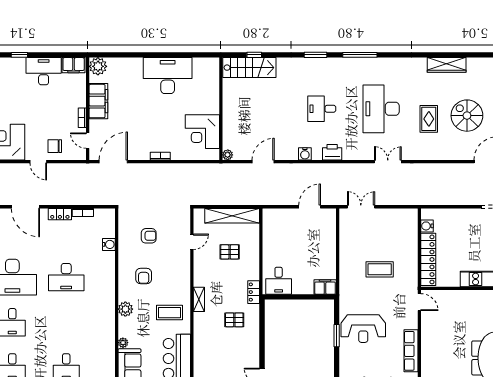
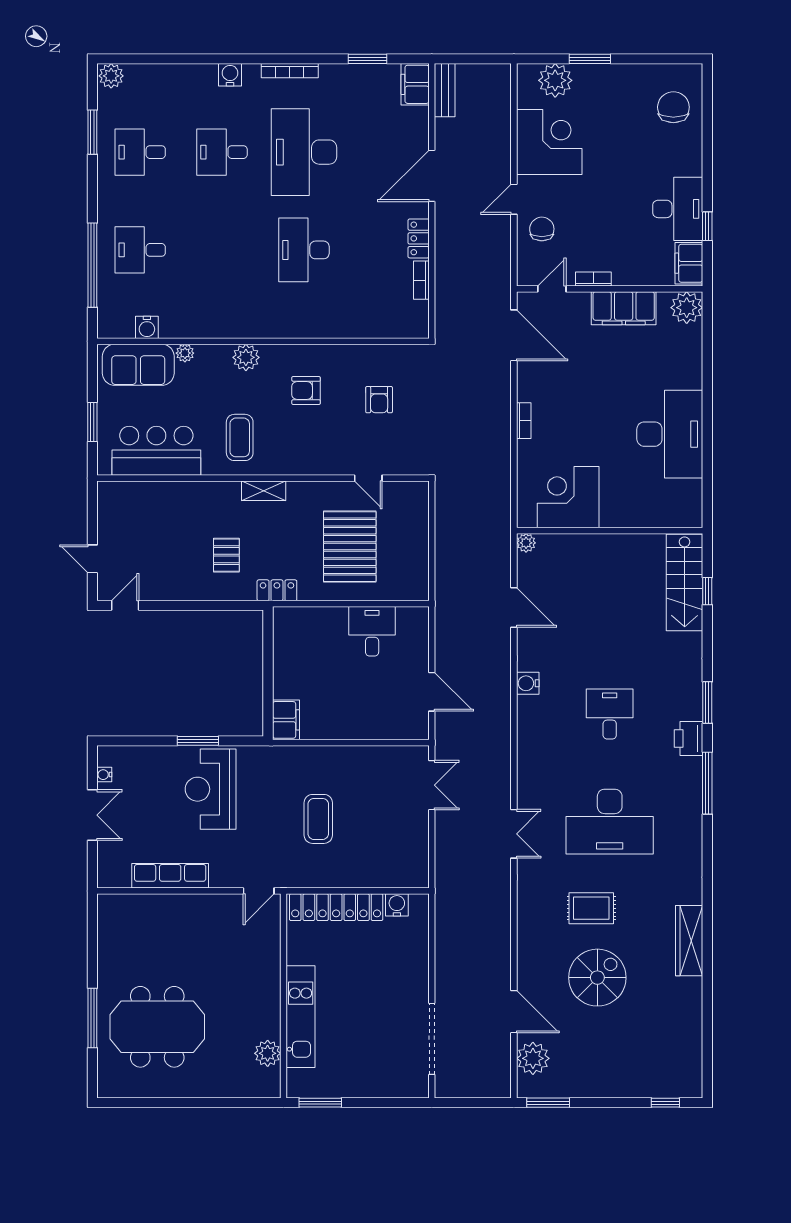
window: (19, 55) -> (707, 226), moved
desk: (381, 109) -> (610, 822), turned 180
printer: (332, 152) -> (689, 739), moved, turned 180
shelving: (232, 216) -> (416, 551), removed
water cooler: (109, 244) -> (147, 327), moved
pallet: (230, 252) -> (350, 547), width x2.05, depth x2.00
desk: (279, 281) -> (372, 631), moved, turned 90

